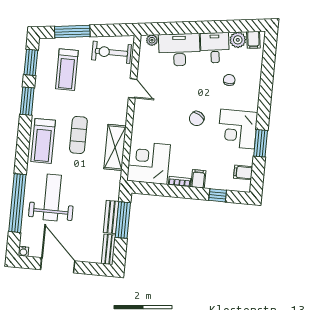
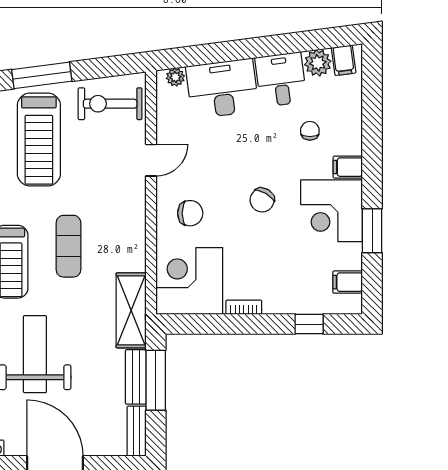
treadmill: (67, 70) -> (39, 140), width x1.37, depth x1.38
door: (133, 88) -> (151, 160), hinge flipped
chair: (153, 122) -> (190, 213), added
shelving: (115, 147) -> (131, 310), moved
filing cabinet: (198, 179) -> (348, 167), moved, turned -90

